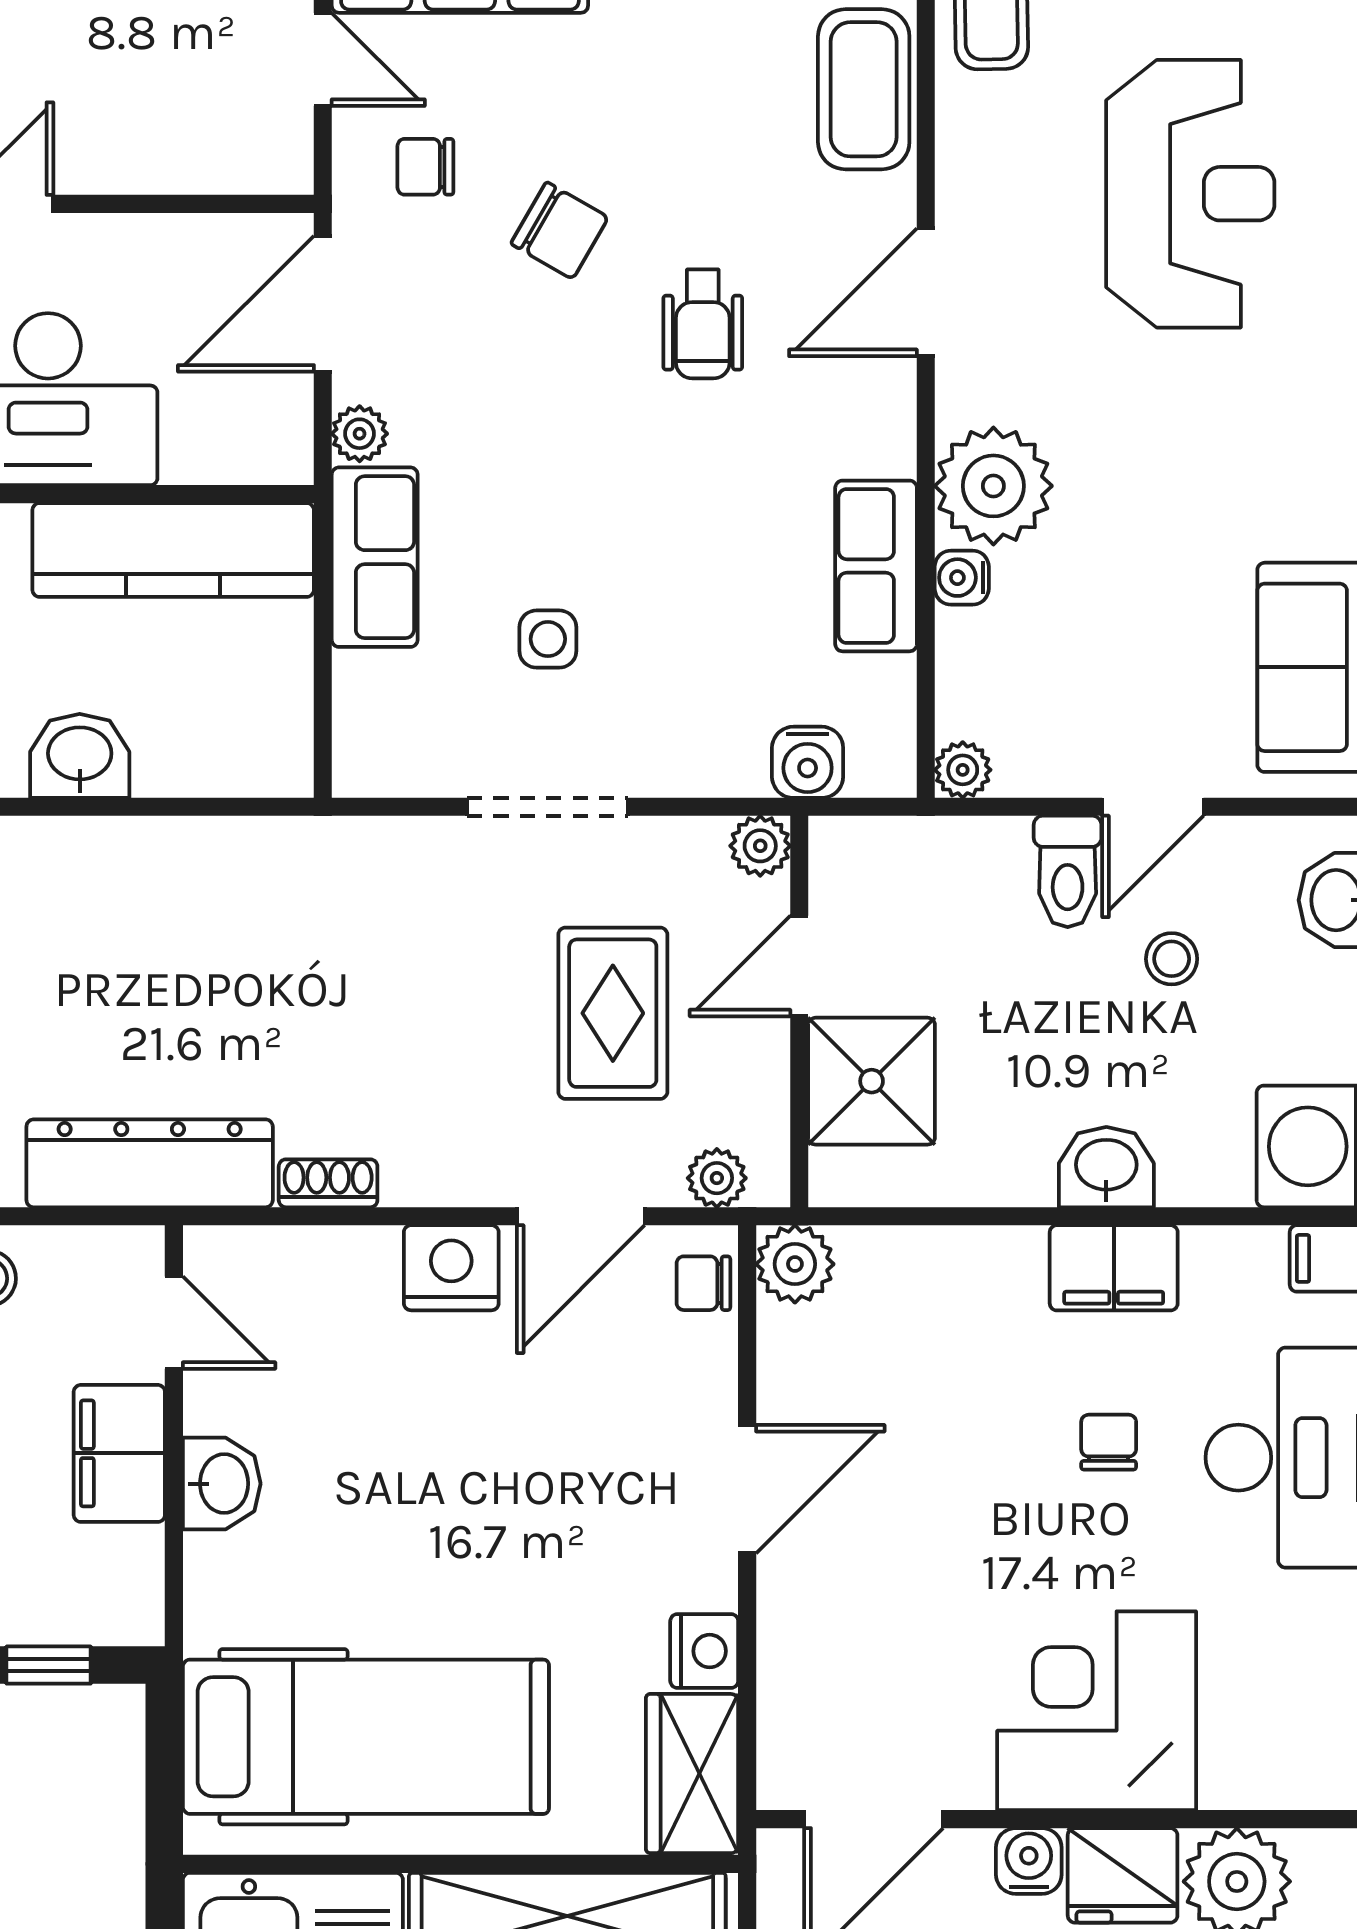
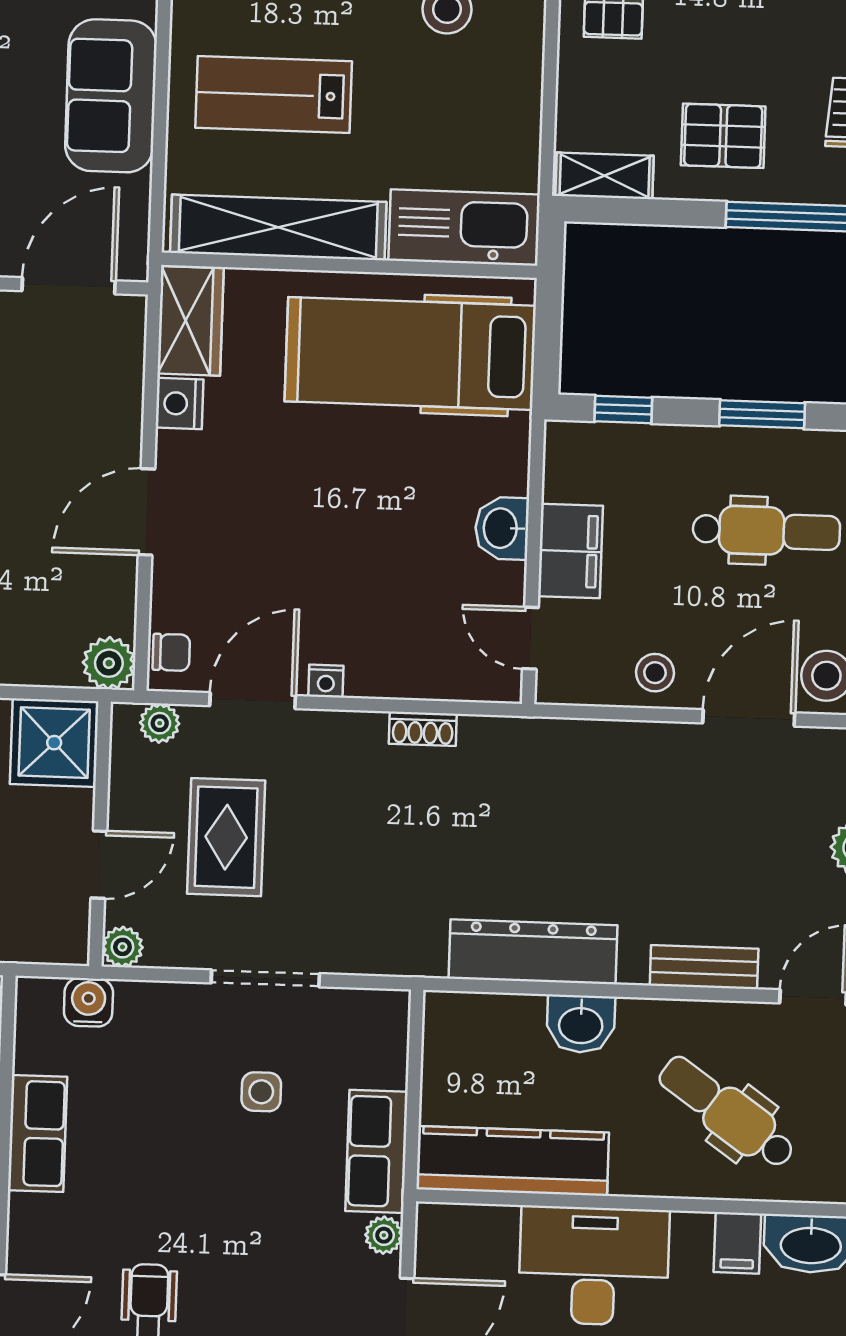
shower: (872, 1081) -> (54, 743), moved
dresser: (150, 1163) -> (533, 952), moved, turned 180
nightstand: (451, 1268) -> (326, 681), width x0.53, depth x0.56

